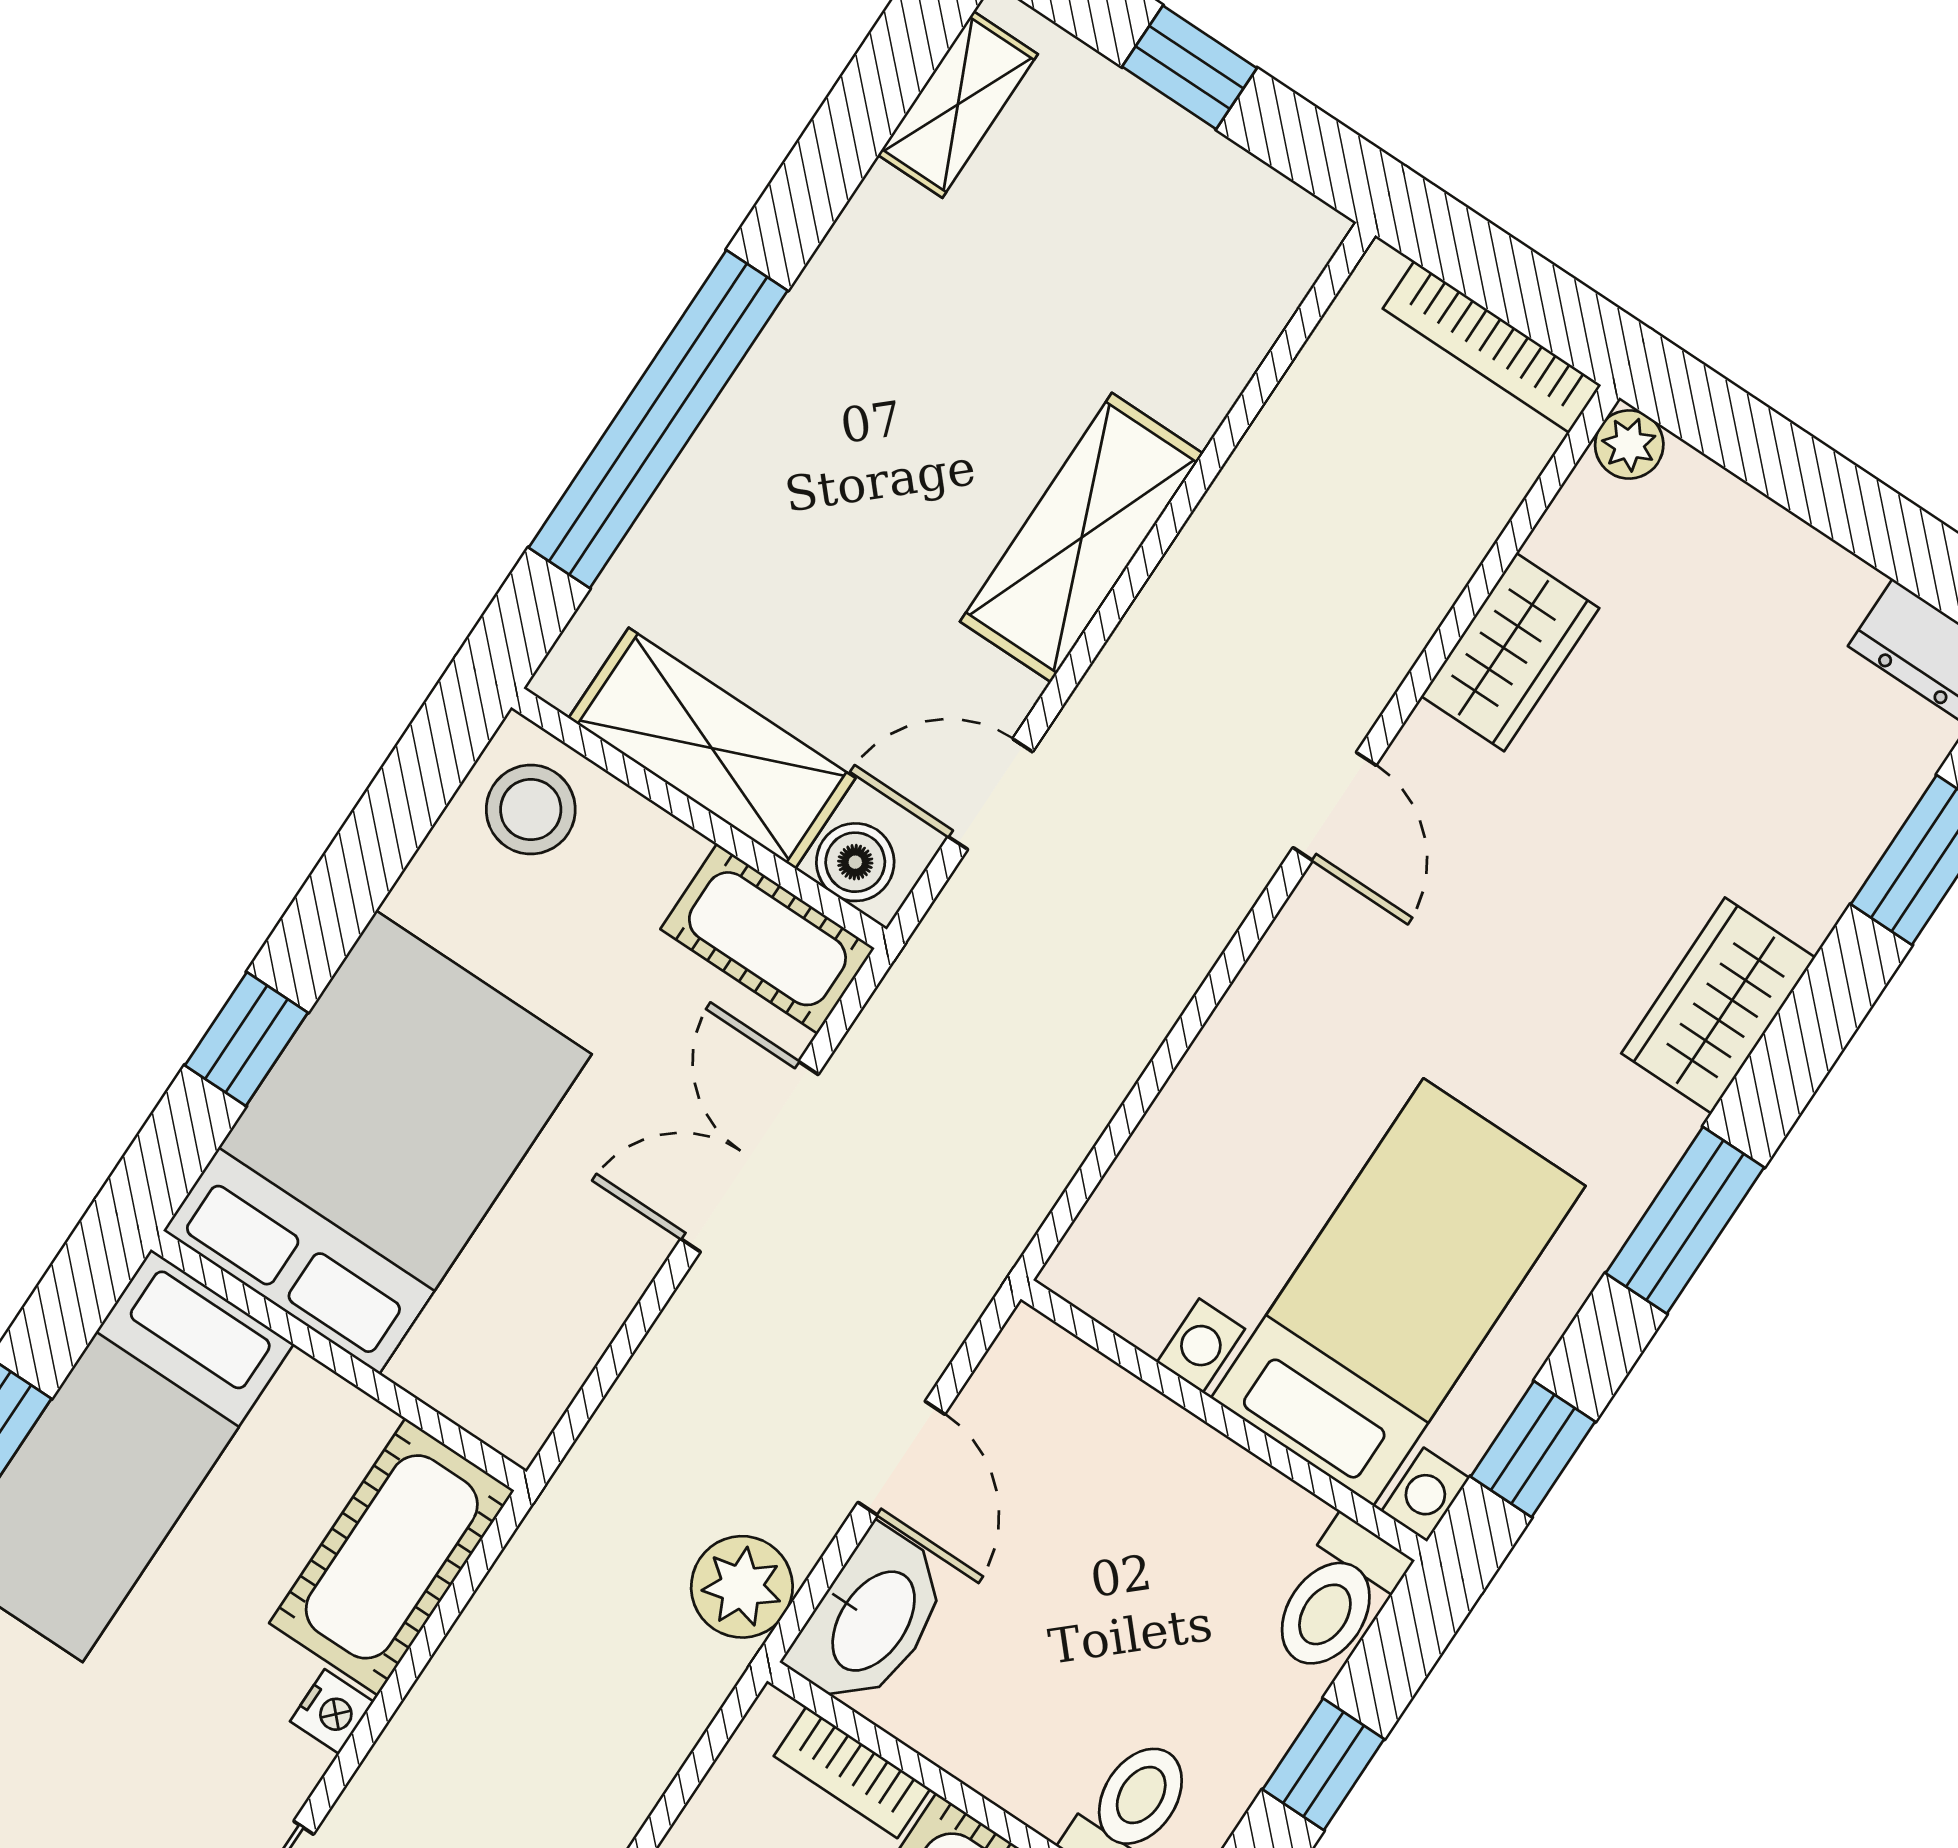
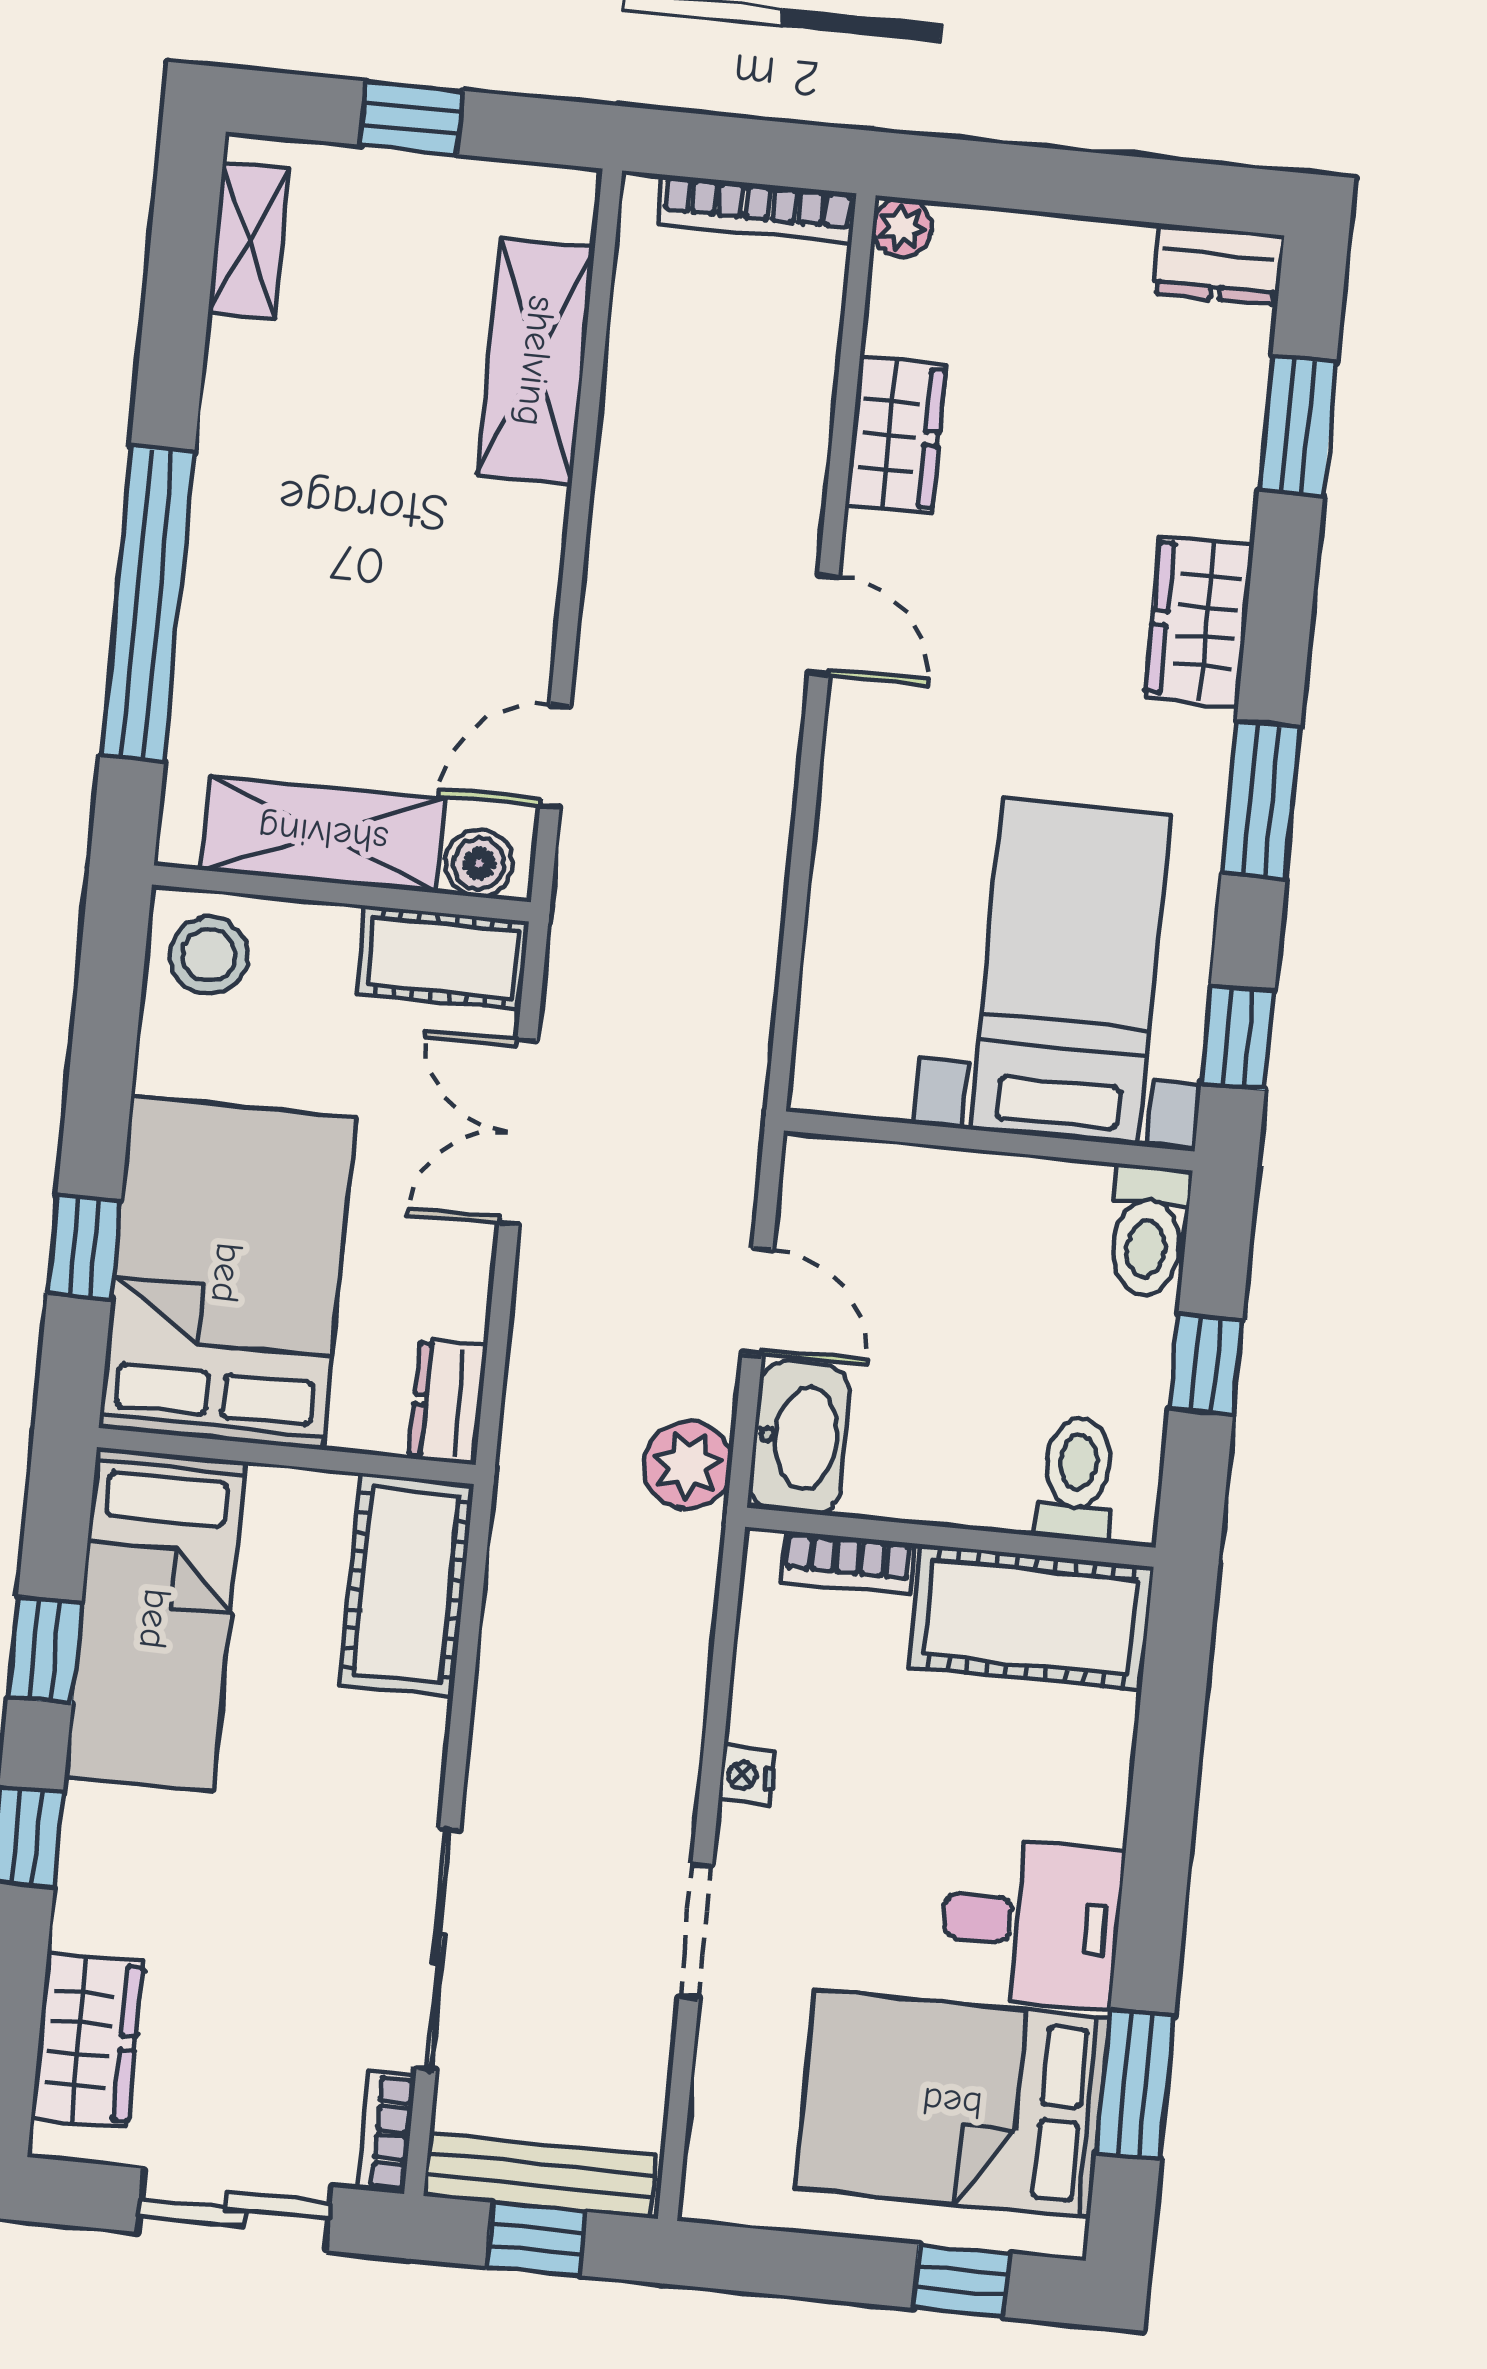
shelving: (1082, 538) -> (536, 361), moved
dresser: (533, 1393) -> (448, 1402), added
nightstand: (332, 1712) -> (424, 1728), removed

